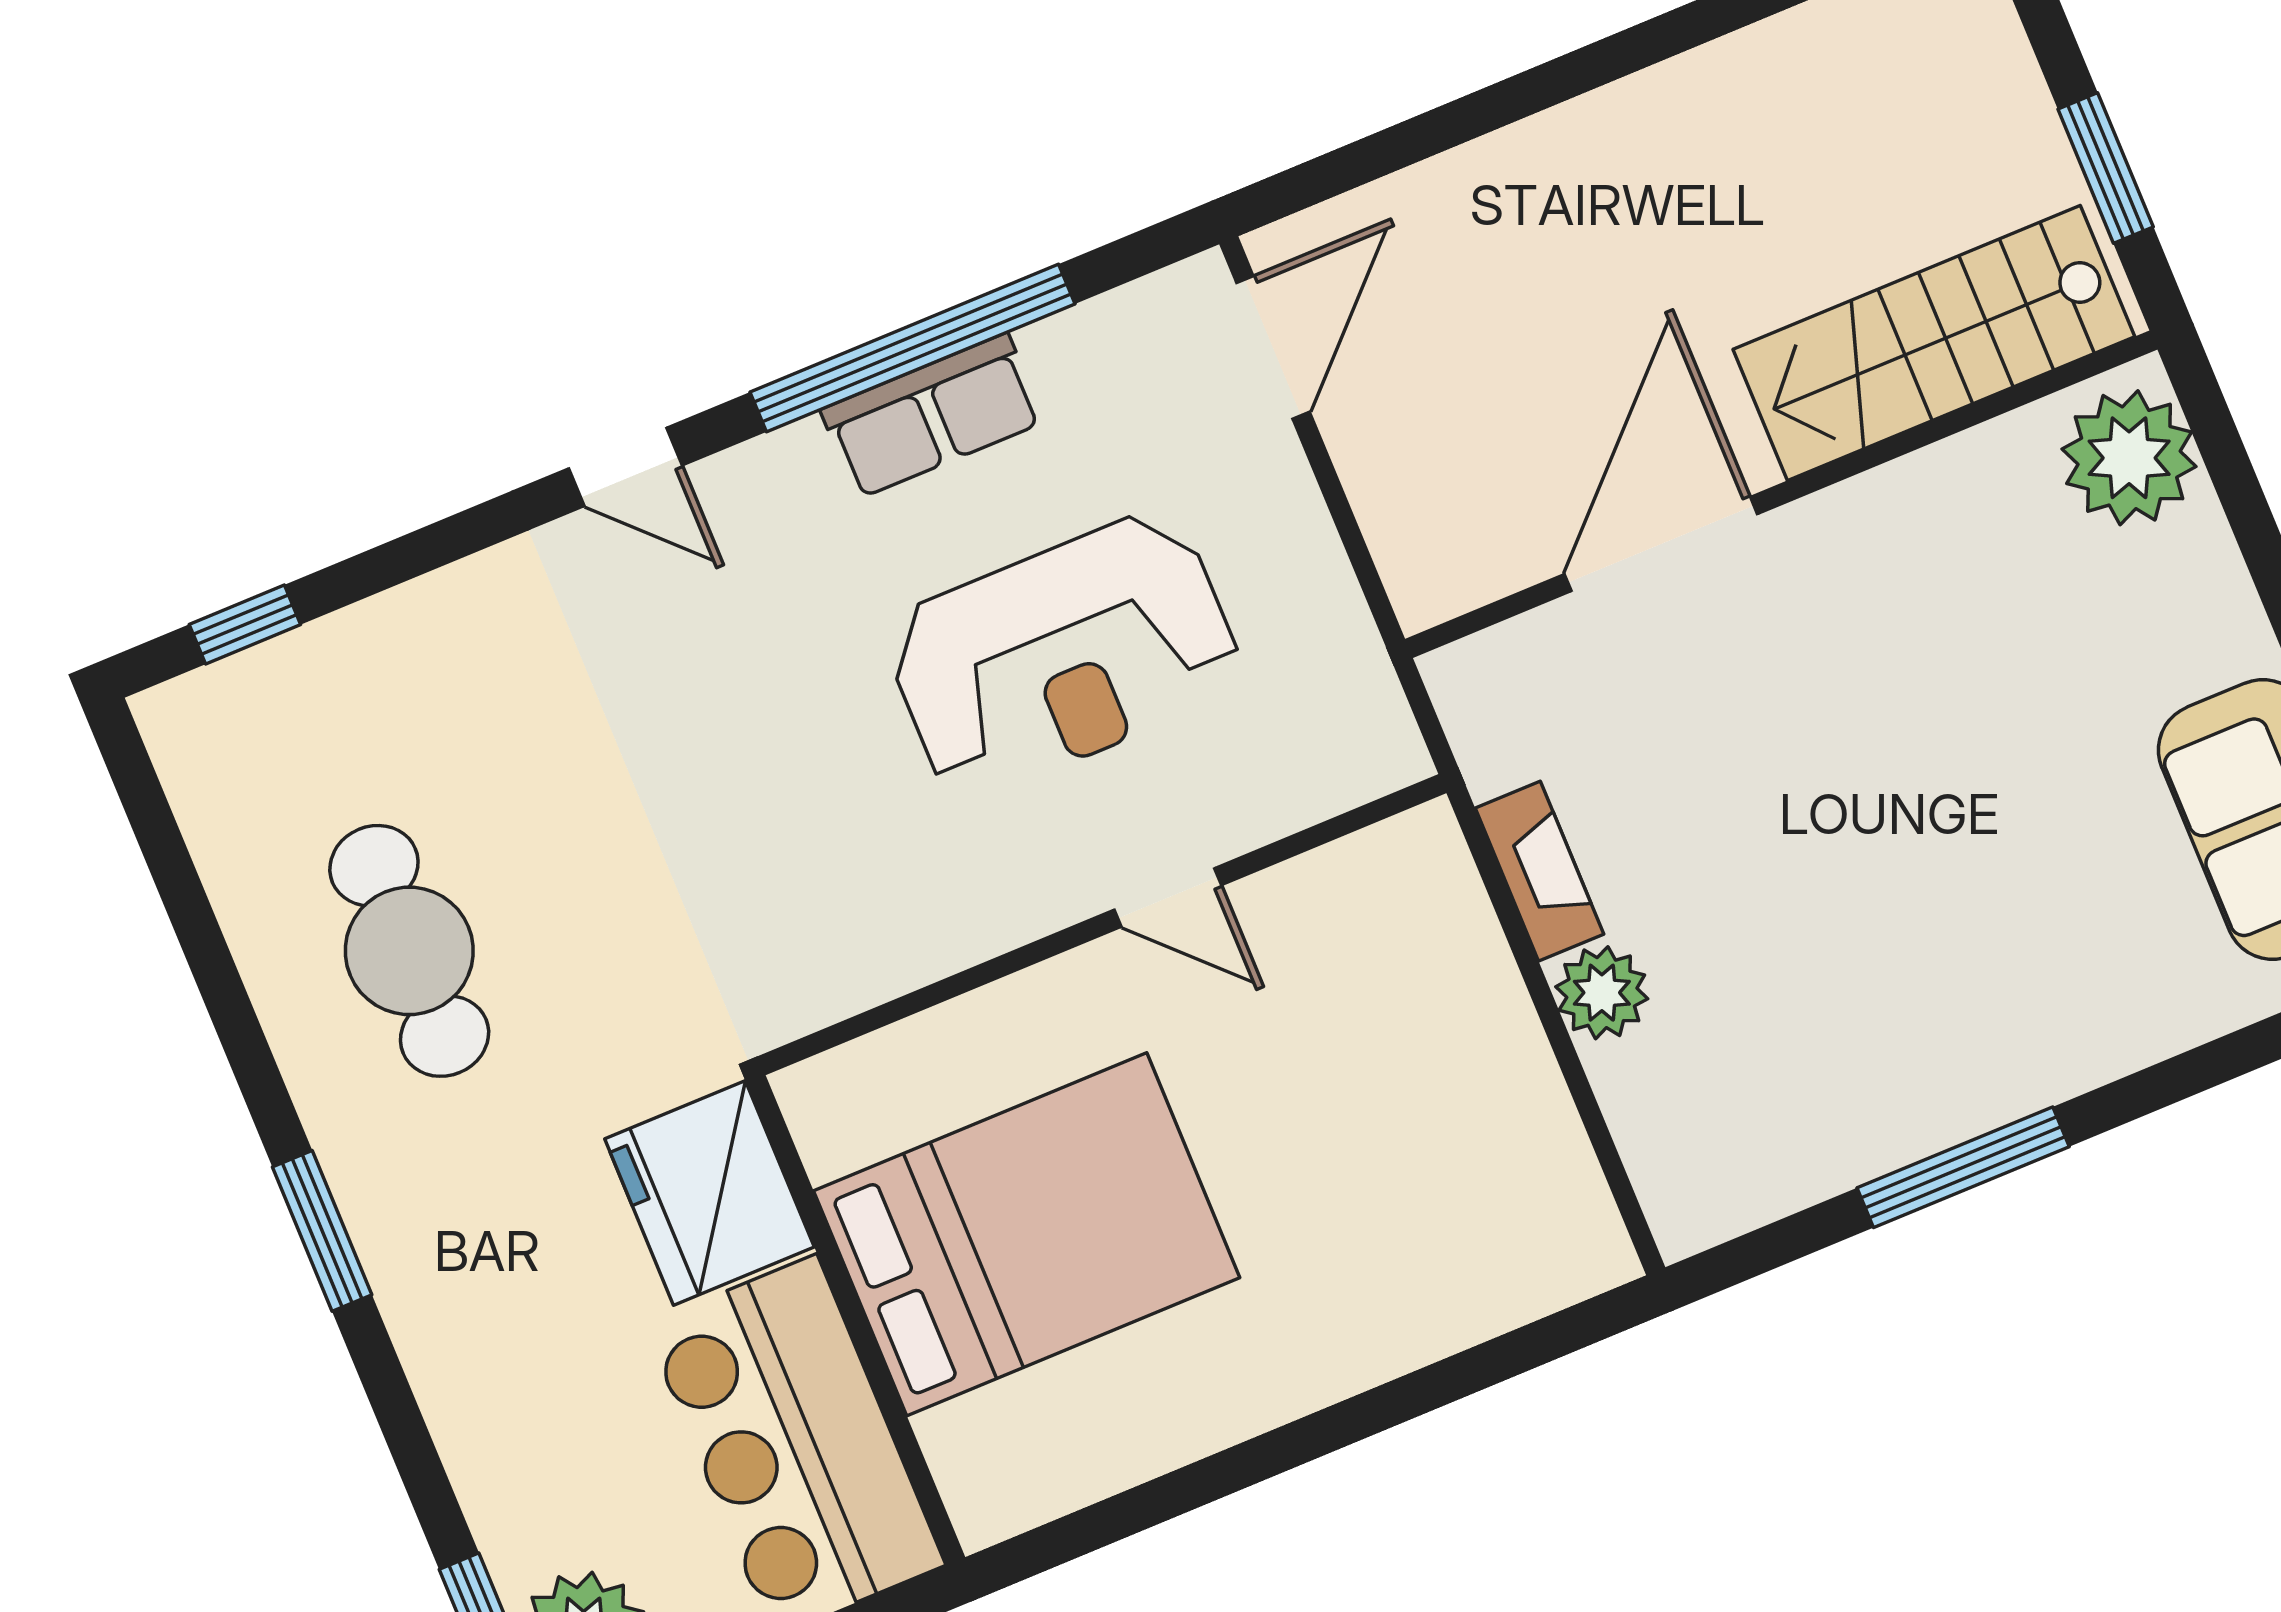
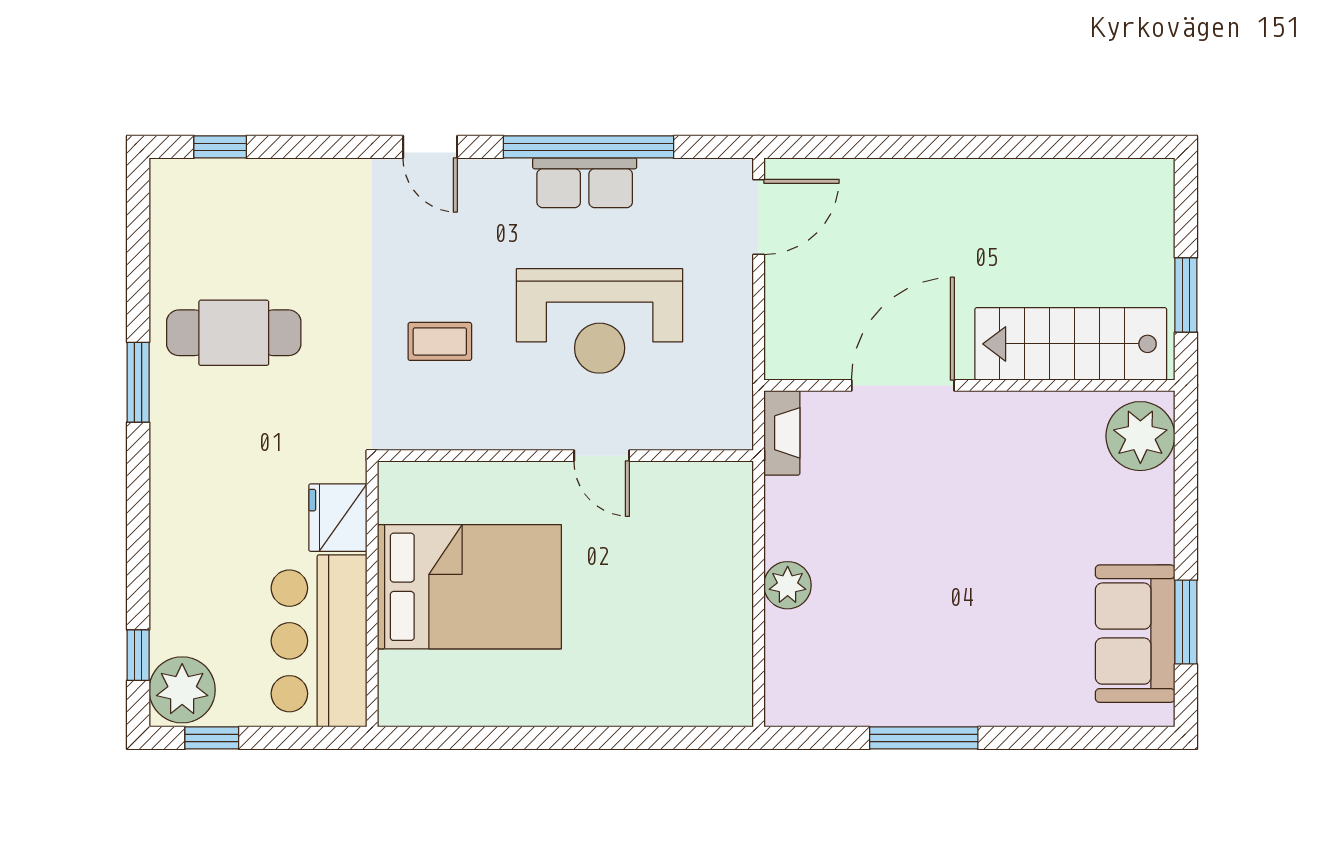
coffee table: (789, 812) -> (440, 341), added
fireplace: (1539, 871) -> (782, 433), moved
cafe table: (409, 951) -> (234, 333), turned 90
fridge: (709, 1193) -> (338, 518), width x0.73, depth x0.75
window: (322, 1231) -> (138, 382), moved

